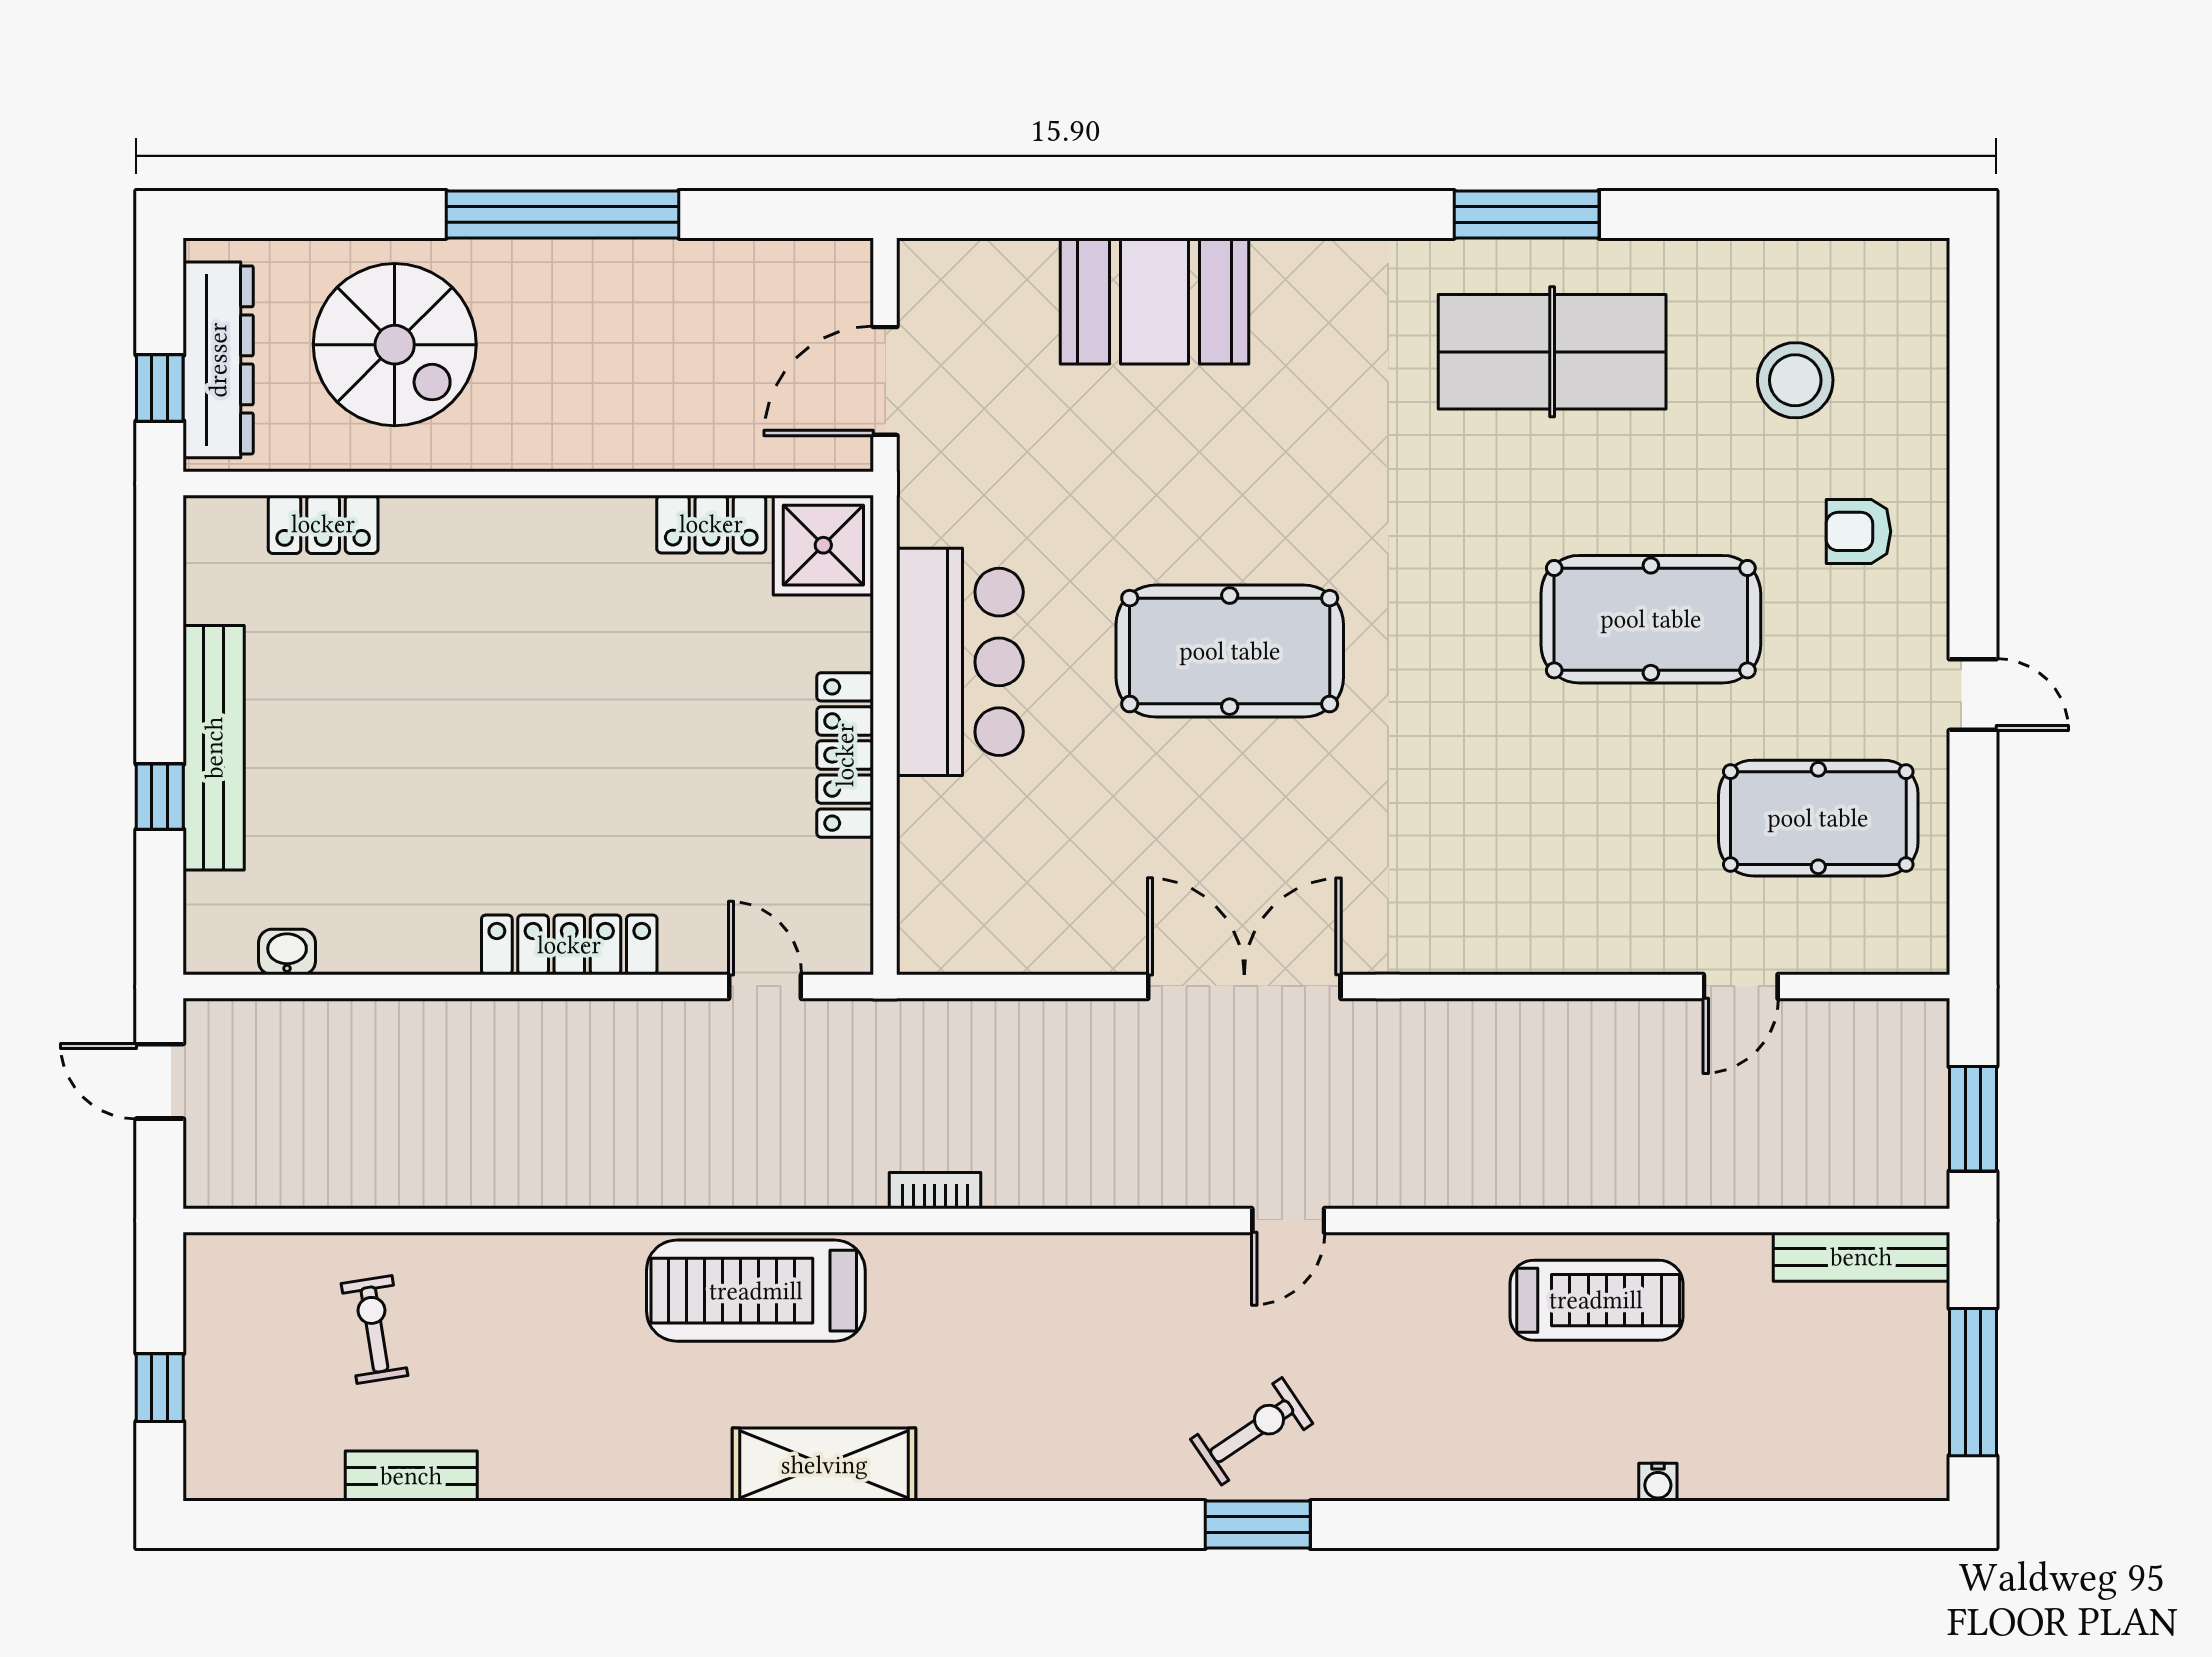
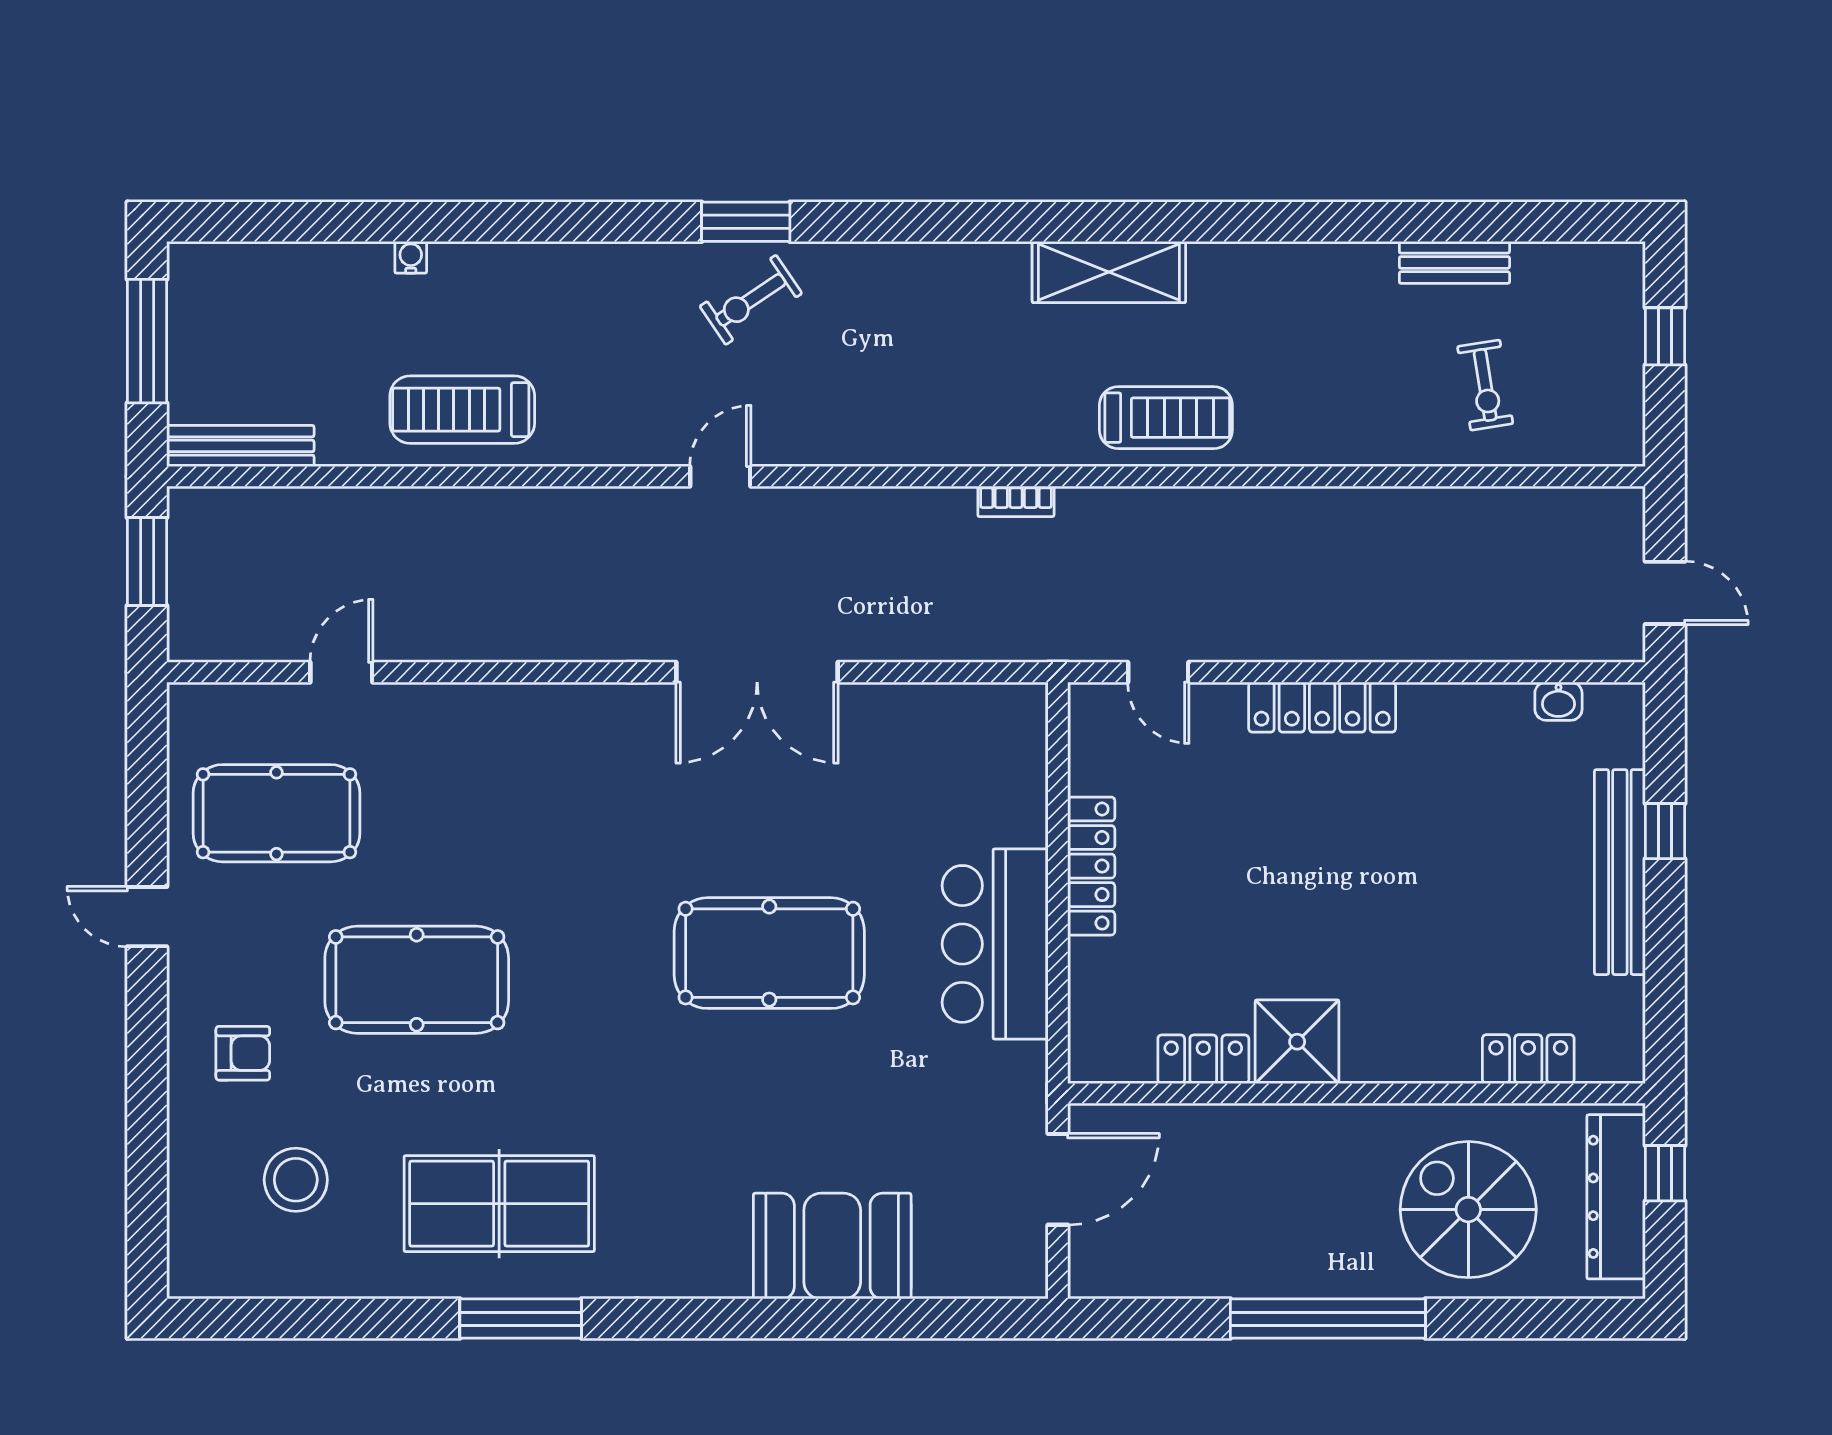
shower: (823, 545) -> (1297, 1042), moved
treadmill: (756, 1291) -> (1166, 418), width x0.73, depth x0.73

